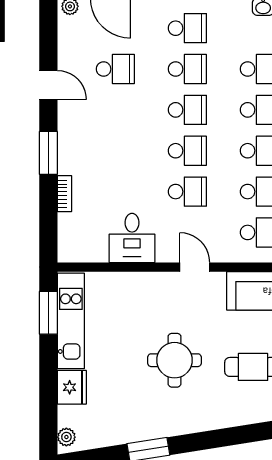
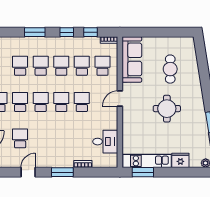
desk: (132, 238) -> (105, 142), moved

